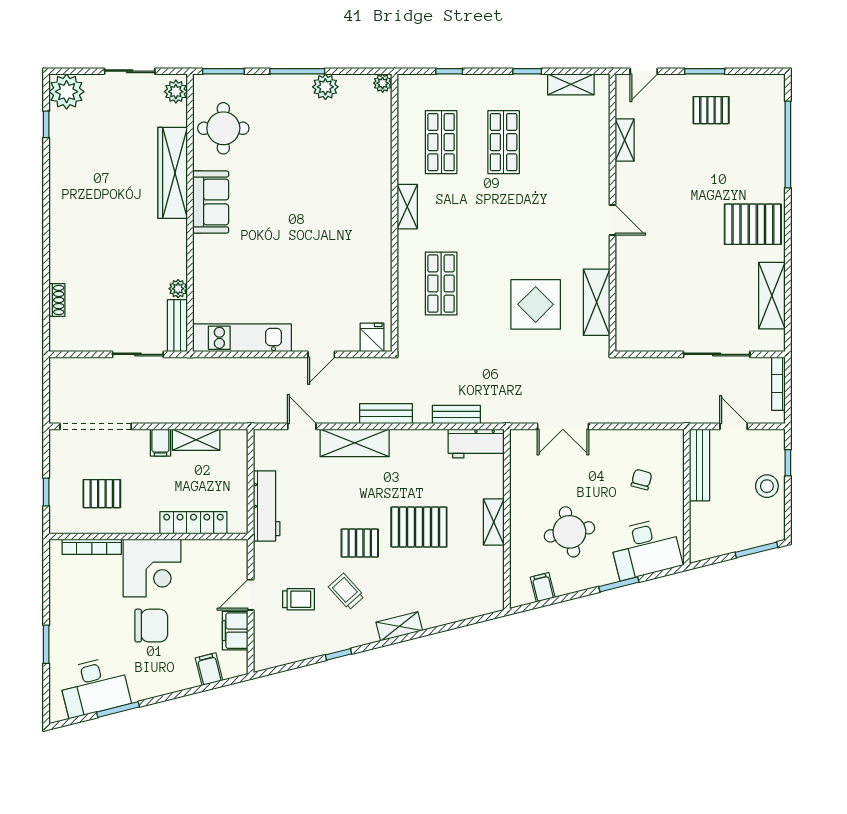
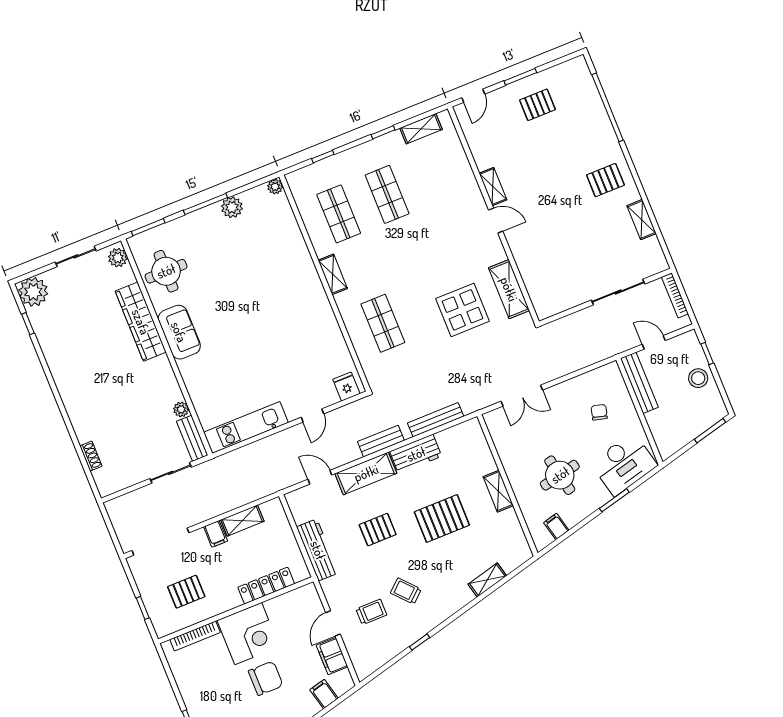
shelving: (625, 140) -> (493, 187), moved
pallet: (753, 224) -> (605, 180), width x0.67, depth x0.71
shelving: (772, 296) -> (642, 220), width x0.67, depth x0.75
bench: (456, 414) -> (436, 420), width x1.36
workbench: (476, 443) -> (416, 454), moved
pallet: (360, 543) -> (378, 530), moved
shelving: (399, 626) -> (487, 580), moved

